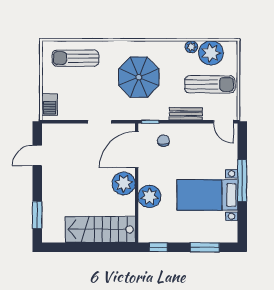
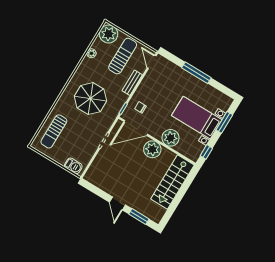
plant: (211, 53) -> (109, 34), moved
door: (224, 122) -> (152, 62), swing flipped
door: (137, 150) -> (136, 128), hinge flipped
door: (37, 155) -> (117, 204), moved
bed with nightstands: (207, 195) -> (197, 118), moved, turned 90

